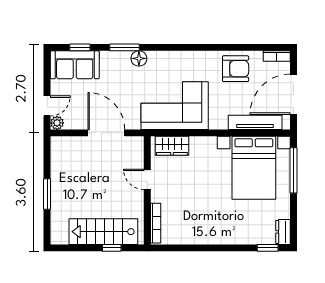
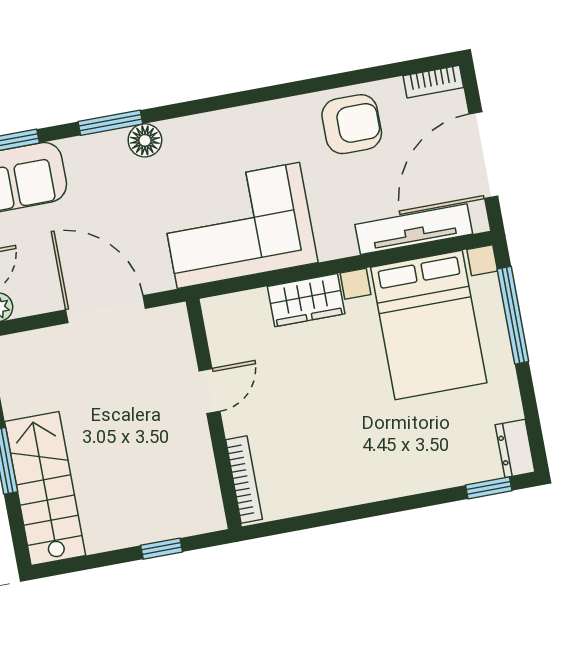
wardrobe: (172, 146) -> (306, 300), moved
door: (147, 179) -> (209, 391), swing flipped
stairs: (103, 232) -> (45, 488), moved, turned 90

